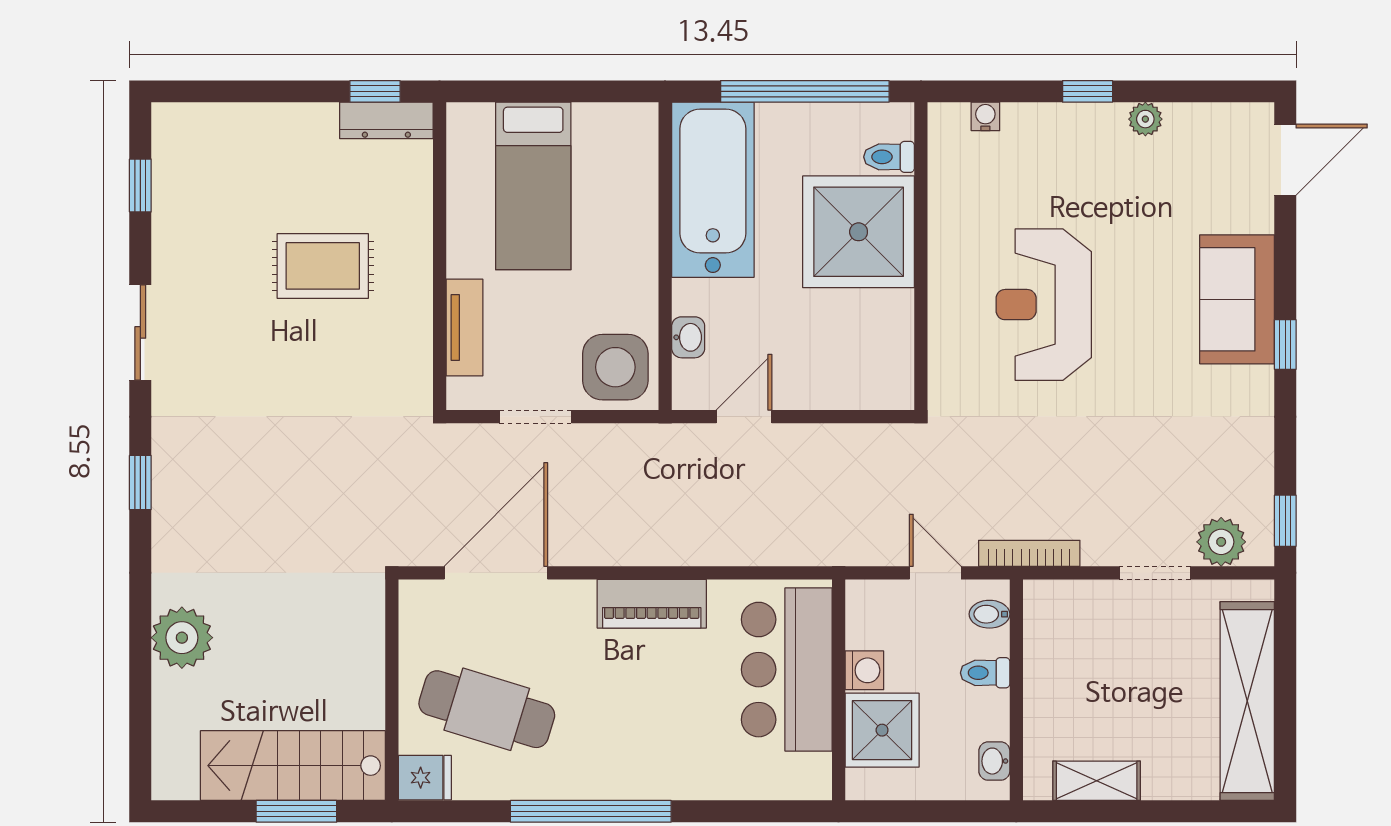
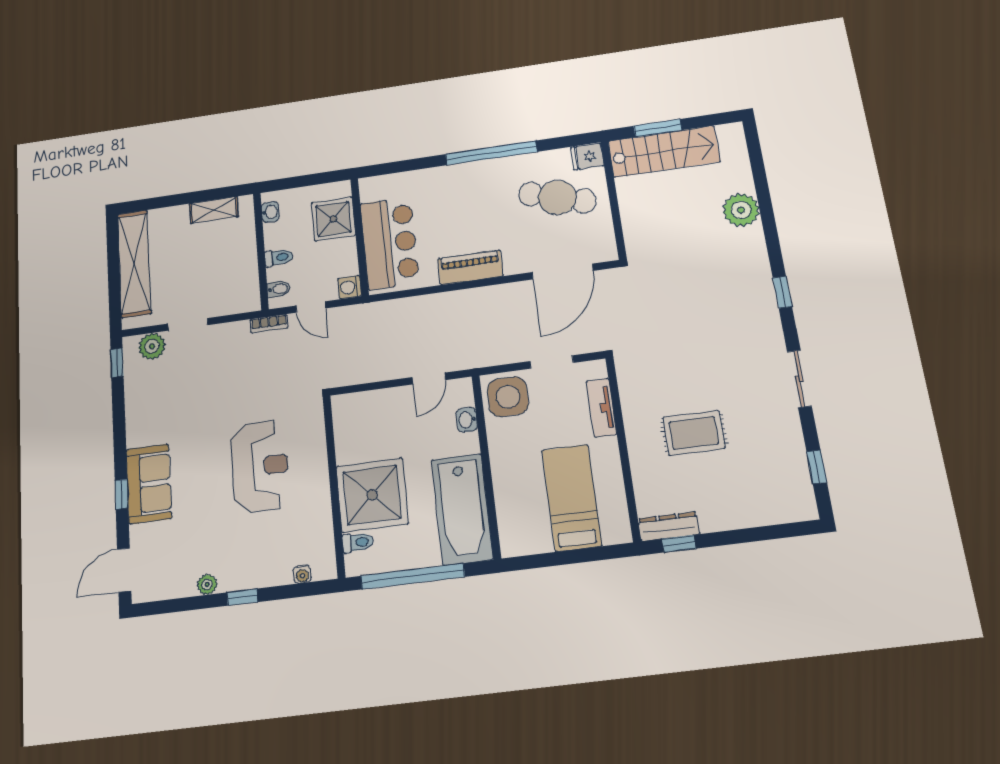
window: (1285, 345) -> (121, 494), moved
bookcase: (1029, 553) -> (269, 324), width x0.64
washing machine: (864, 670) -> (350, 287), moved

